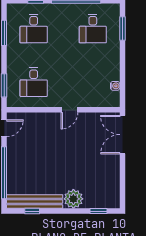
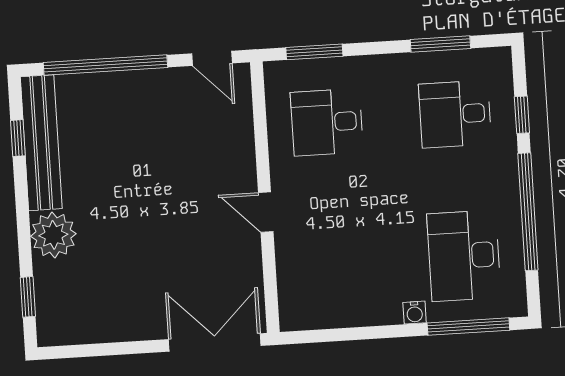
desk: (93, 29) -> (464, 256), width x1.37
window: (122, 29) -> (468, 327), width x1.44
water cooler: (115, 86) -> (415, 313), moved

